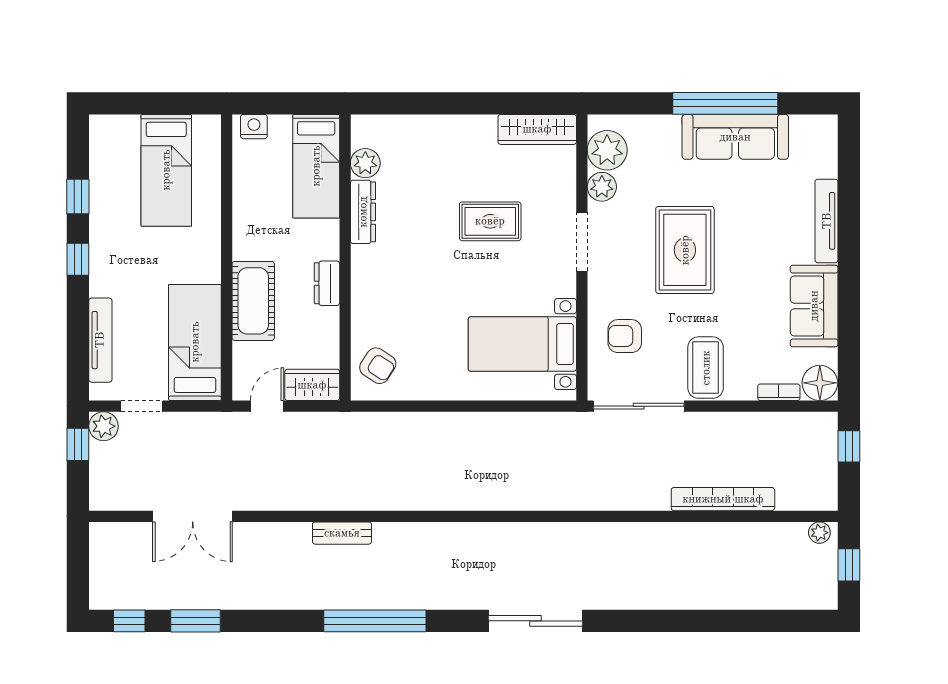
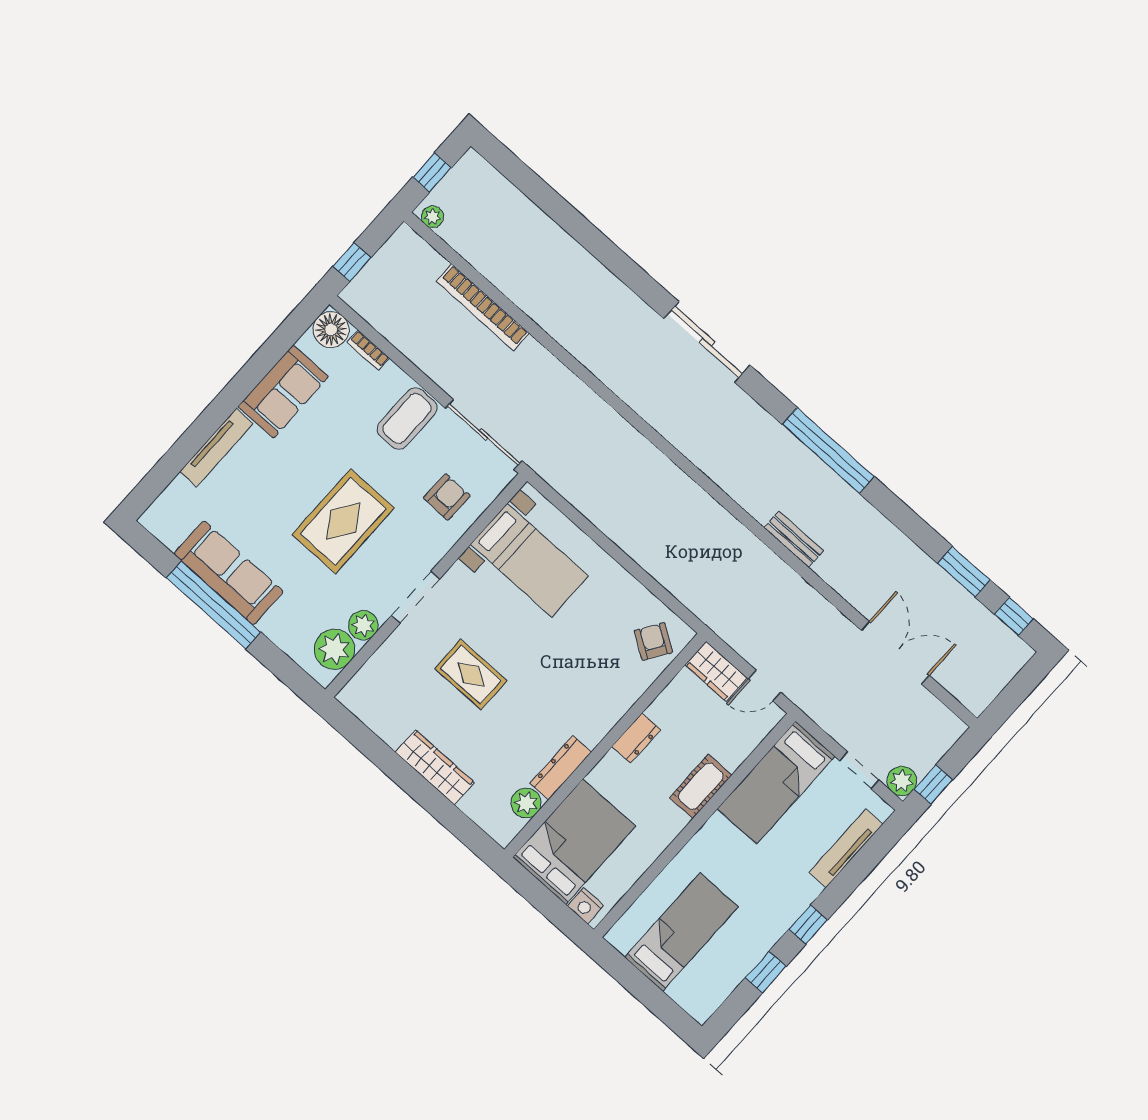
wardrobe: (537, 129) -> (435, 767), moved
bed: (316, 166) -> (574, 842), width x1.50
cot: (253, 301) -> (701, 786), width x0.73, depth x0.75
armchair: (625, 336) -> (447, 497), turned -89

